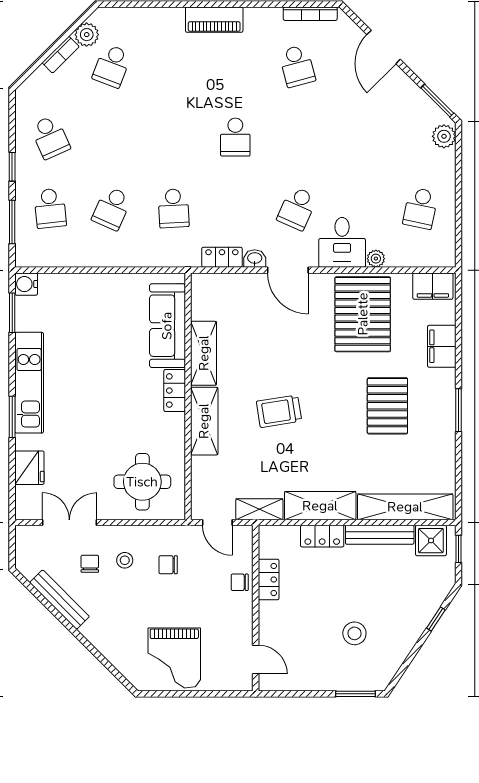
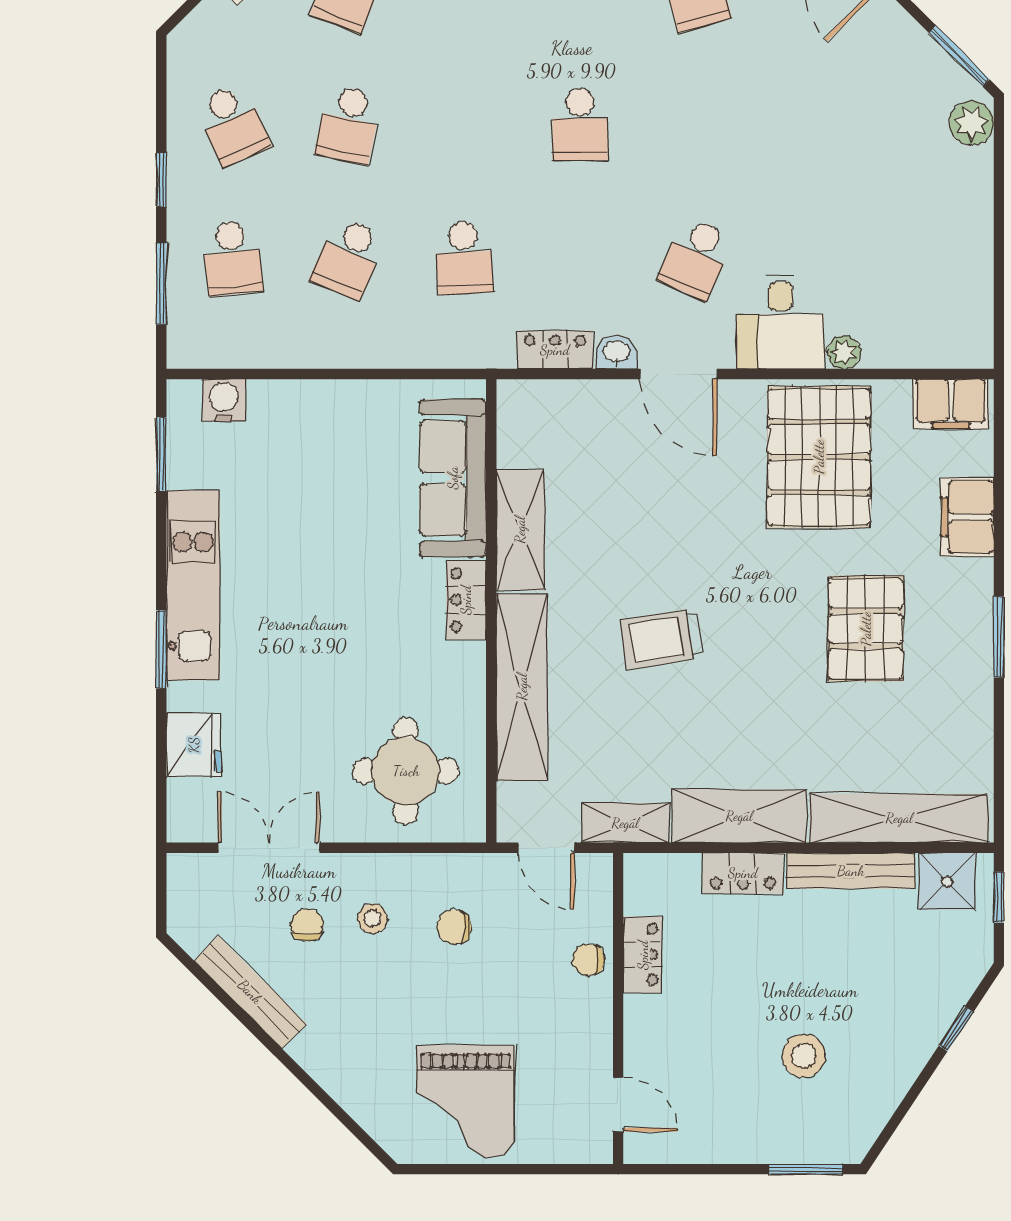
school desk: (421, 208) -> (348, 124), moved
water cooler: (26, 284) -> (224, 400), moved, turned 90
shelving: (204, 421) -> (522, 687), width x1.47

